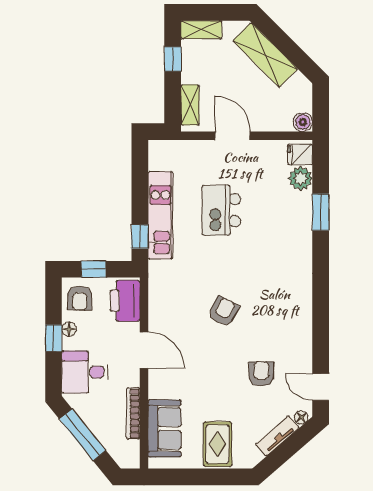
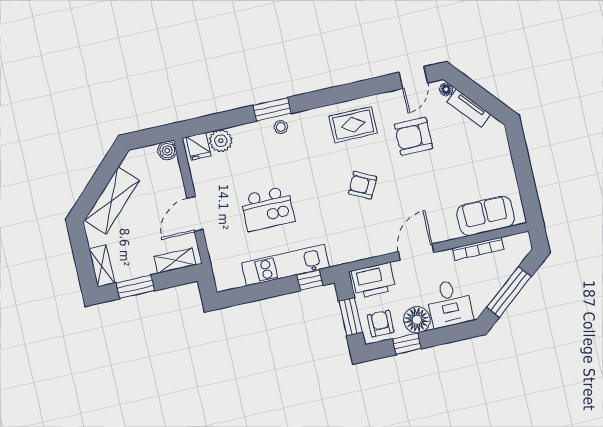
window: (173, 59) -> (135, 287), width x1.50
window: (321, 212) -> (272, 109), moved
stool: (301, 242) -> (281, 127), added
window: (94, 269) -> (351, 317), width x1.50
armchair: (80, 298) -> (381, 324), turned -90
floor lamp: (69, 329) -> (417, 320), width x1.89, depth x1.89
window: (53, 338) -> (407, 344), moved
armchair: (261, 374) -> (414, 136), width x1.38, depth x1.38
rug: (218, 444) -> (353, 125), moved

